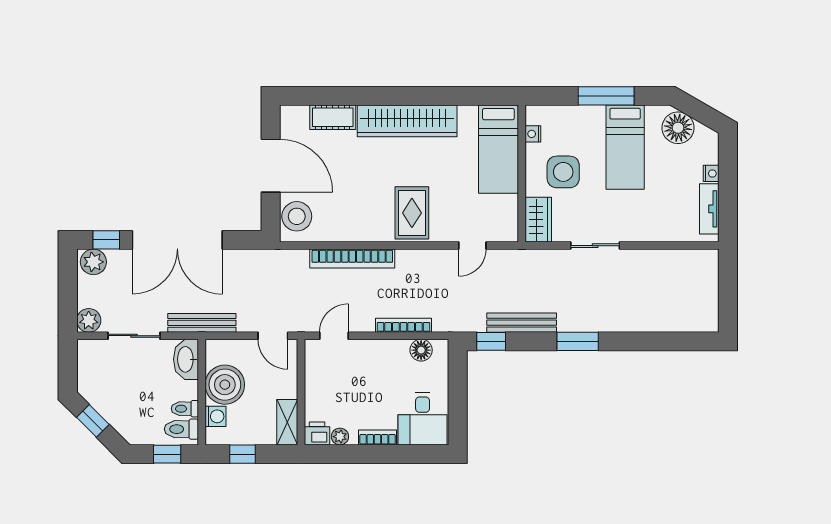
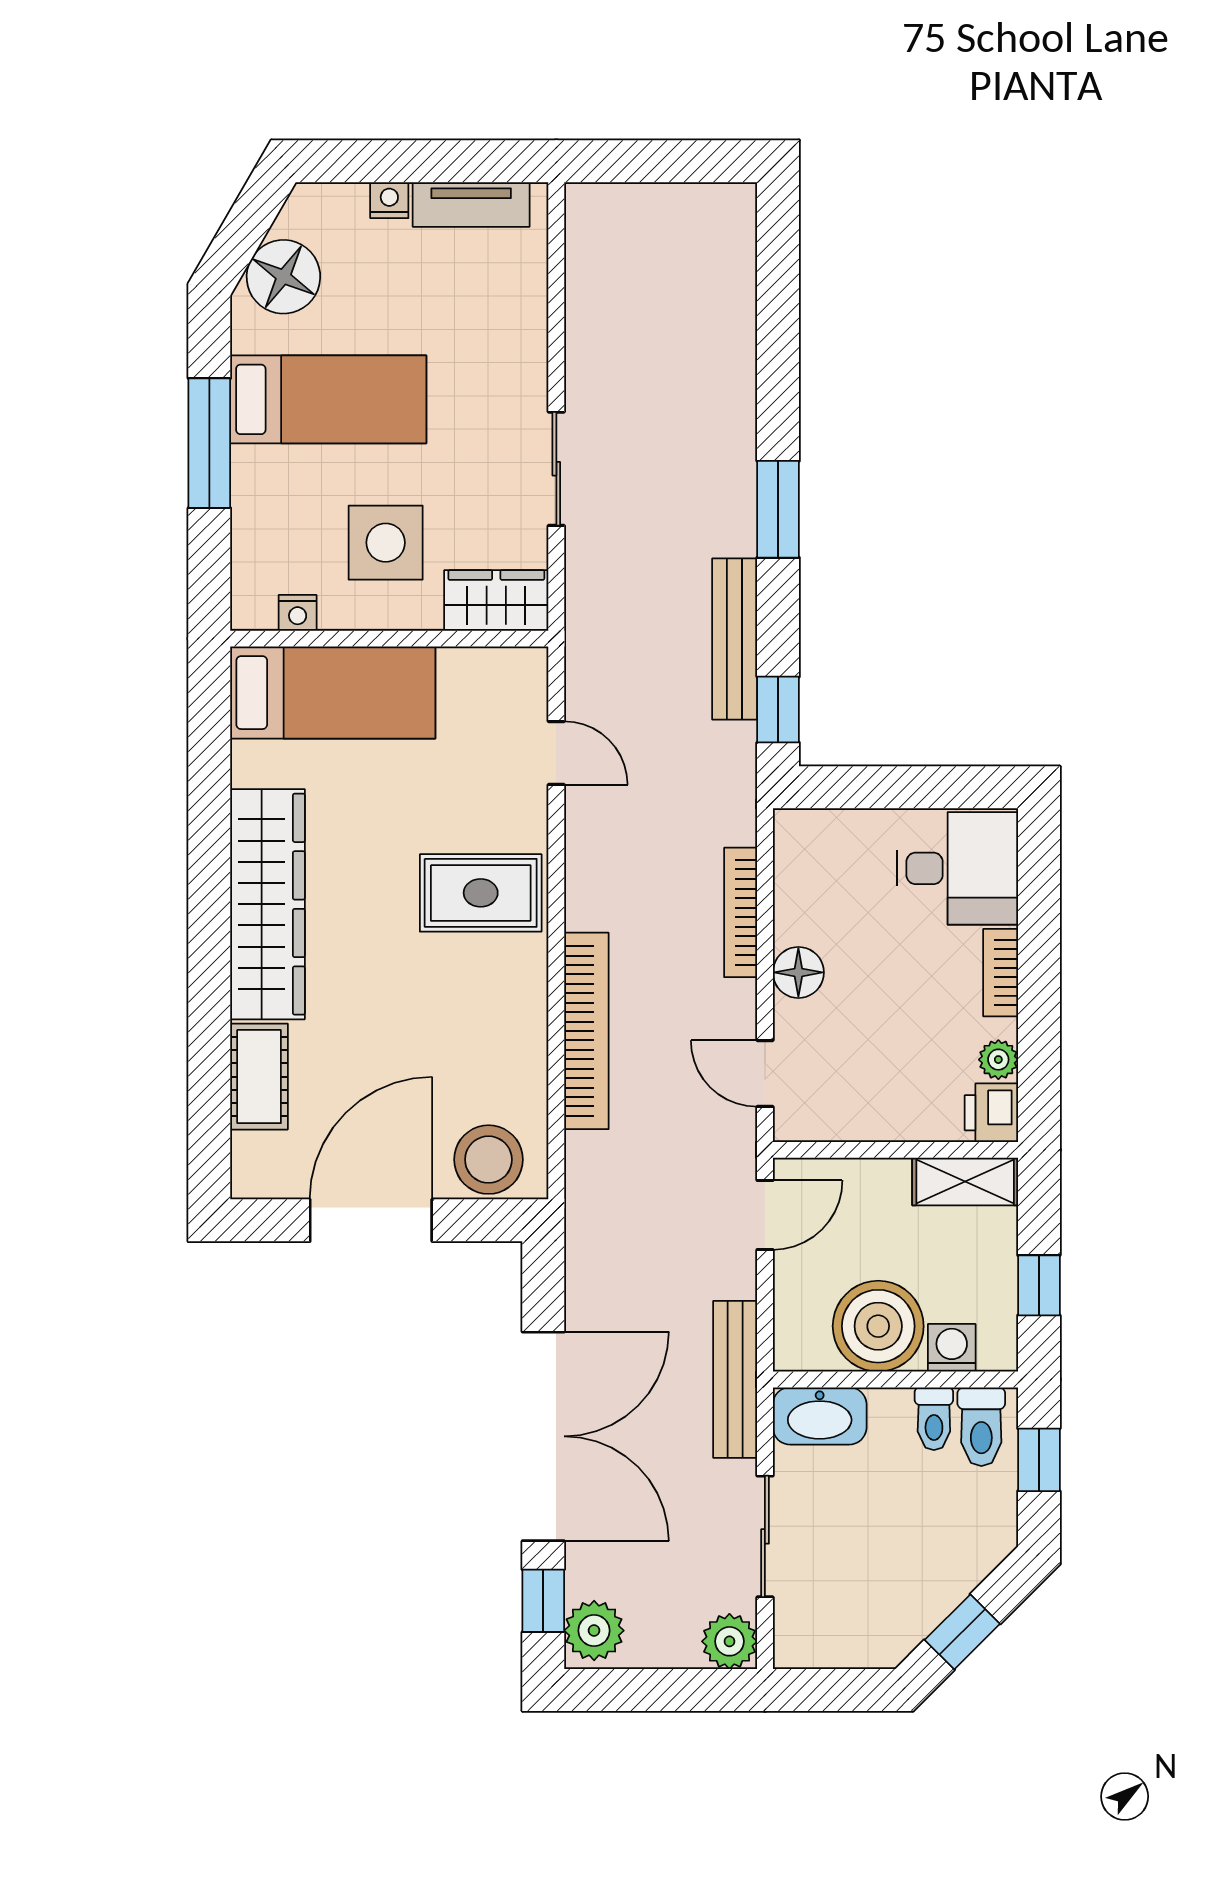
floor lamp: (421, 350) -> (798, 972), moved

